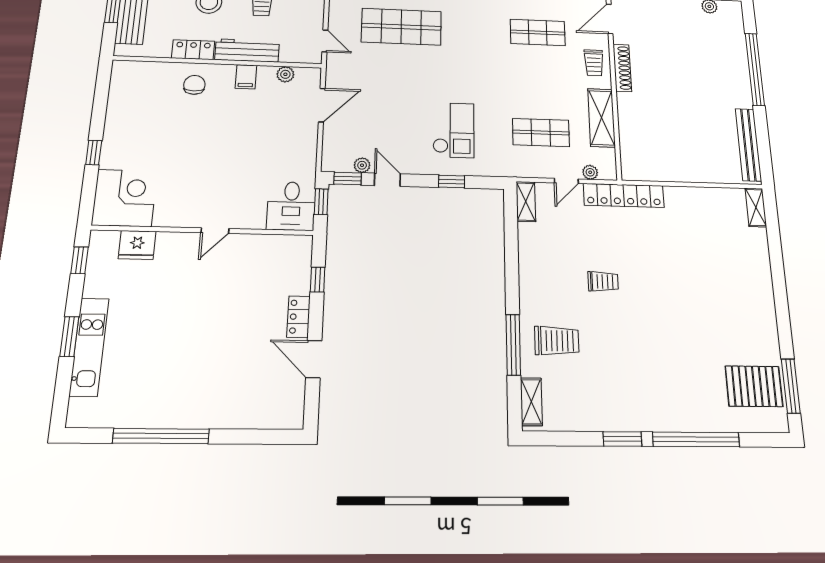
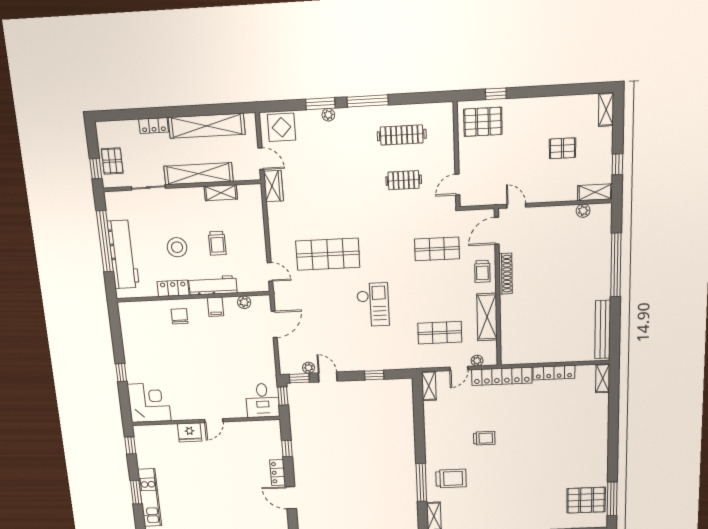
checkout: (454, 130) -> (373, 305), moved
locker: (692, 195) -> (554, 373), added
fridge: (137, 245) -> (190, 432), moved

